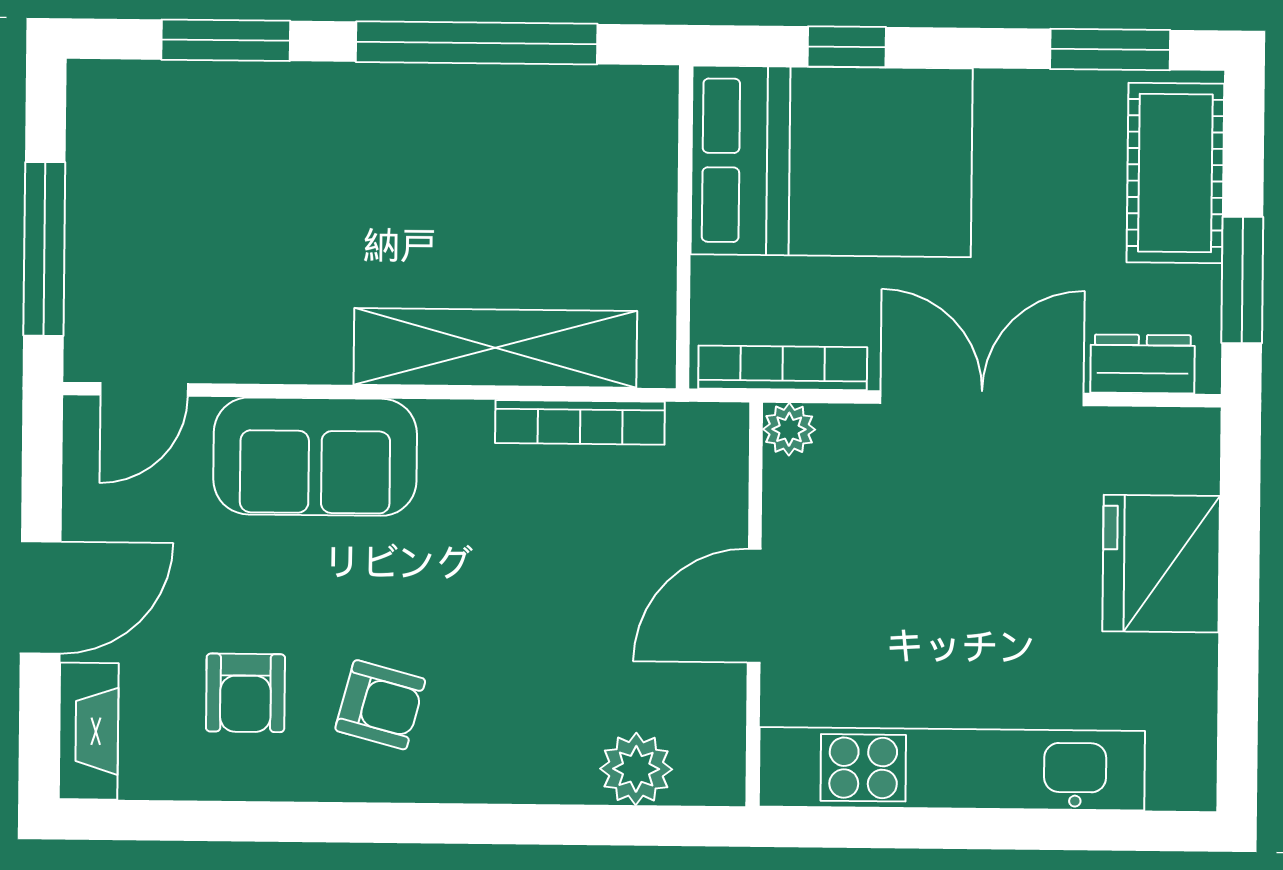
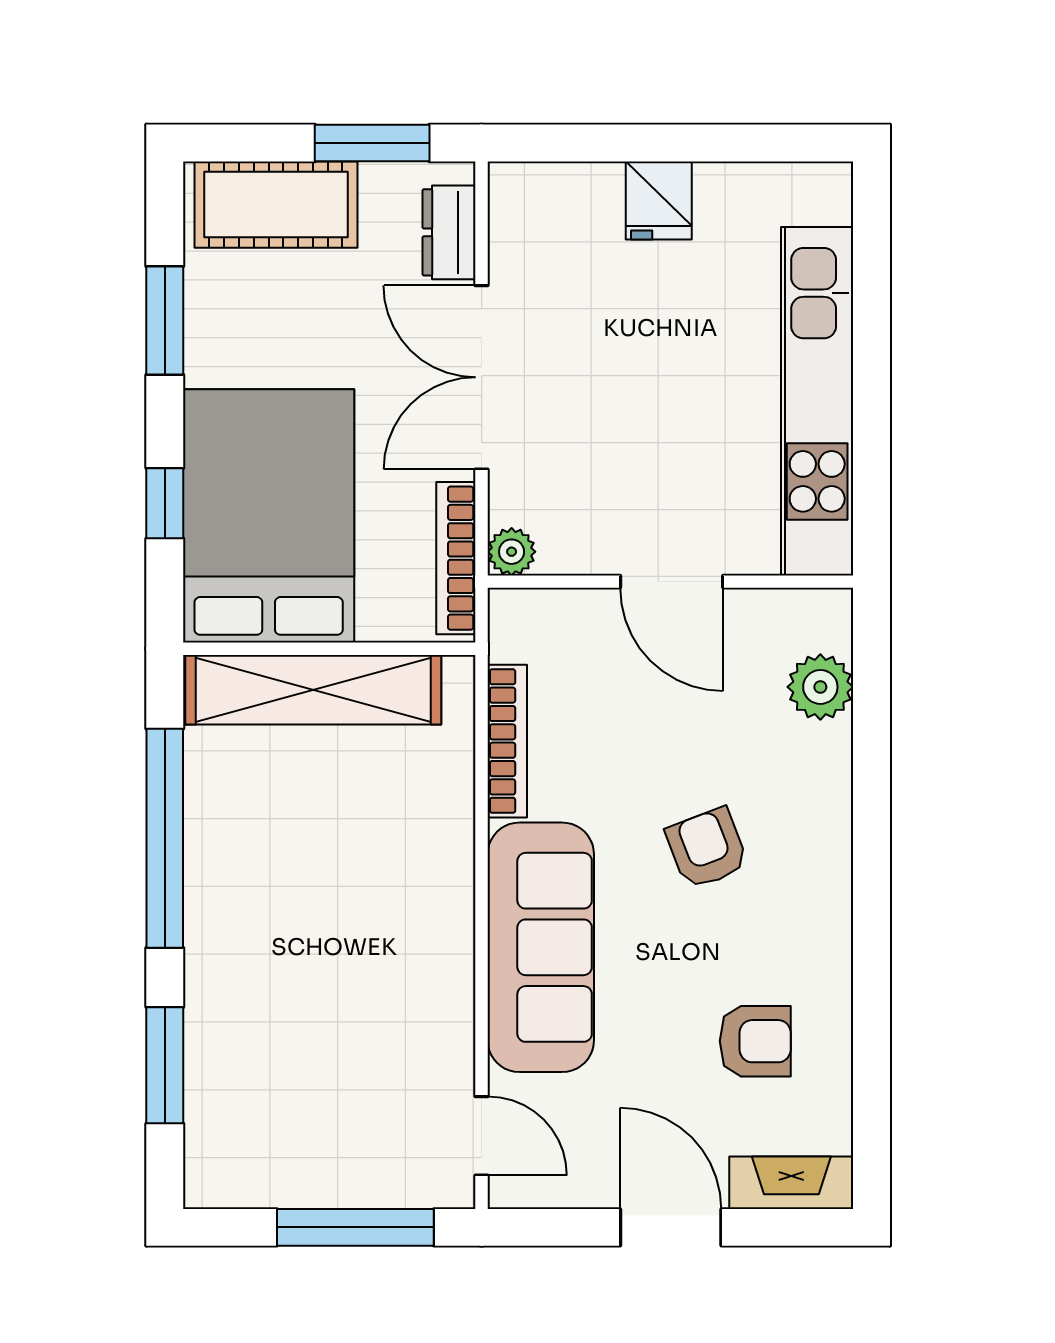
window: (1110, 49) -> (165, 320), moved
shelving: (495, 348) -> (313, 690), moved, turned 90
sofa: (315, 457) -> (541, 947), width x1.36
fridge: (1161, 564) -> (659, 200), width x0.53, depth x0.75
armchair: (380, 705) -> (707, 848), moved, turned -36

